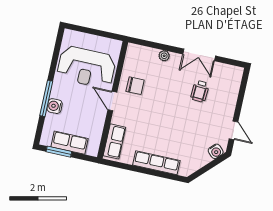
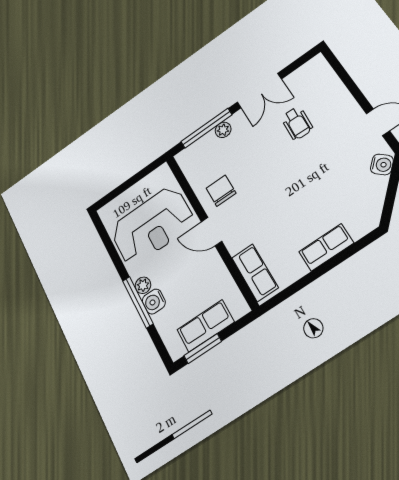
window: (157, 46) -> (206, 128), added
chair: (135, 86) -> (221, 191), turned -90
plant: (56, 93) -> (143, 285), added
row of seats: (156, 163) -> (326, 247), width x0.68

